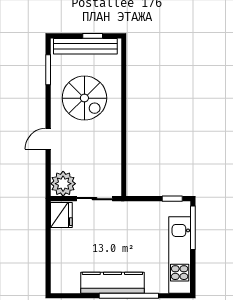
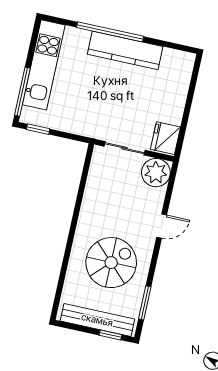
window: (93, 36) -> (110, 335), moved
spiral stairs: (84, 98) -> (111, 263), turned 90

